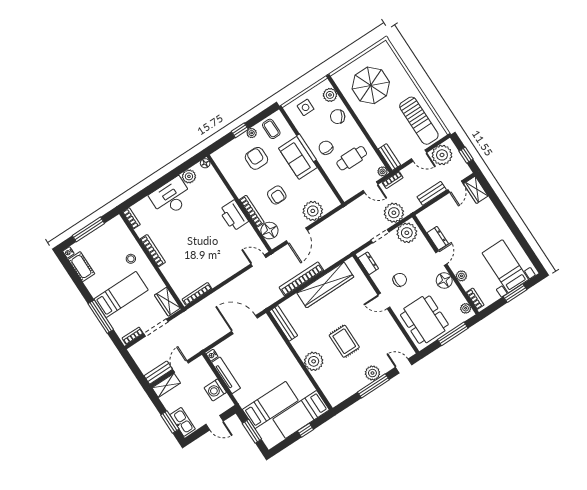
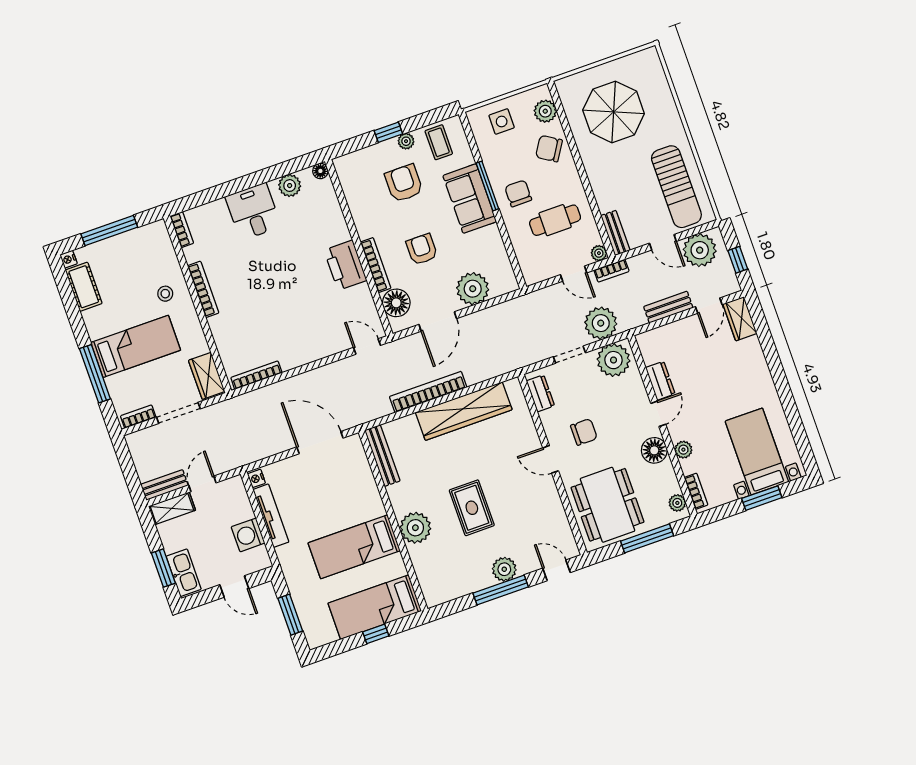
armchair: (277, 195) -> (422, 249), turned 180
desk: (171, 197) -> (253, 212), width x0.73
bed: (270, 405) -> (354, 547), moved, turned 180

